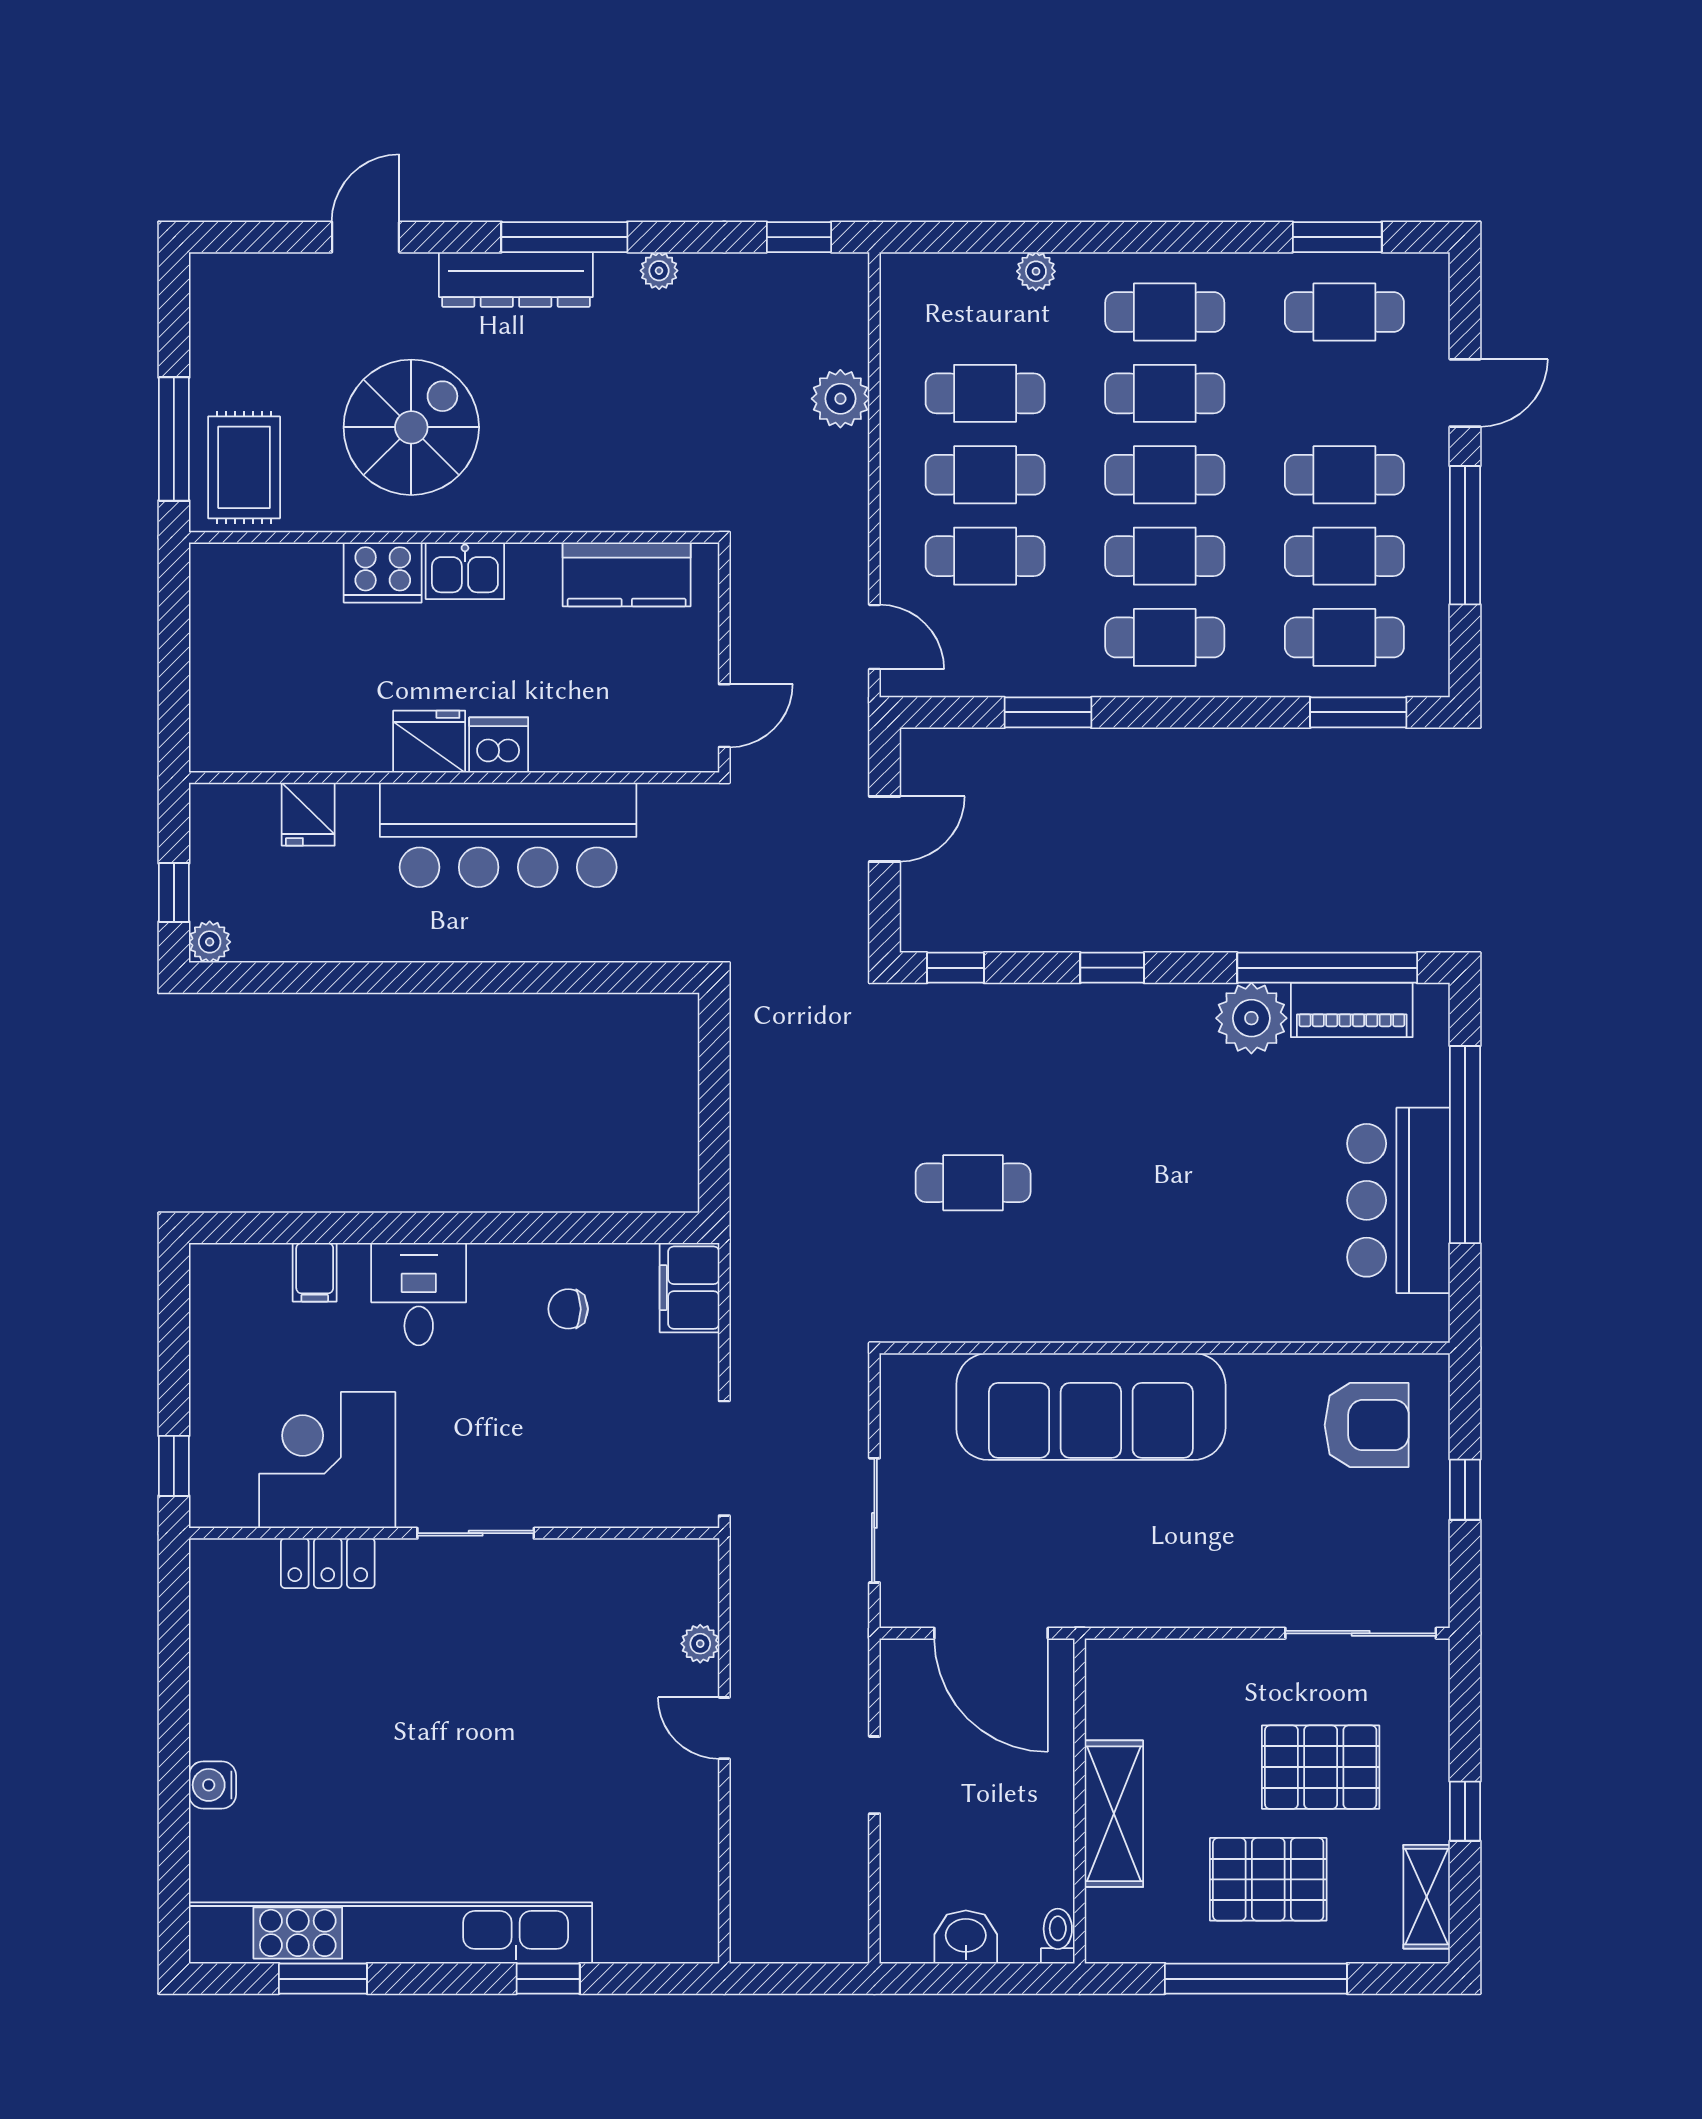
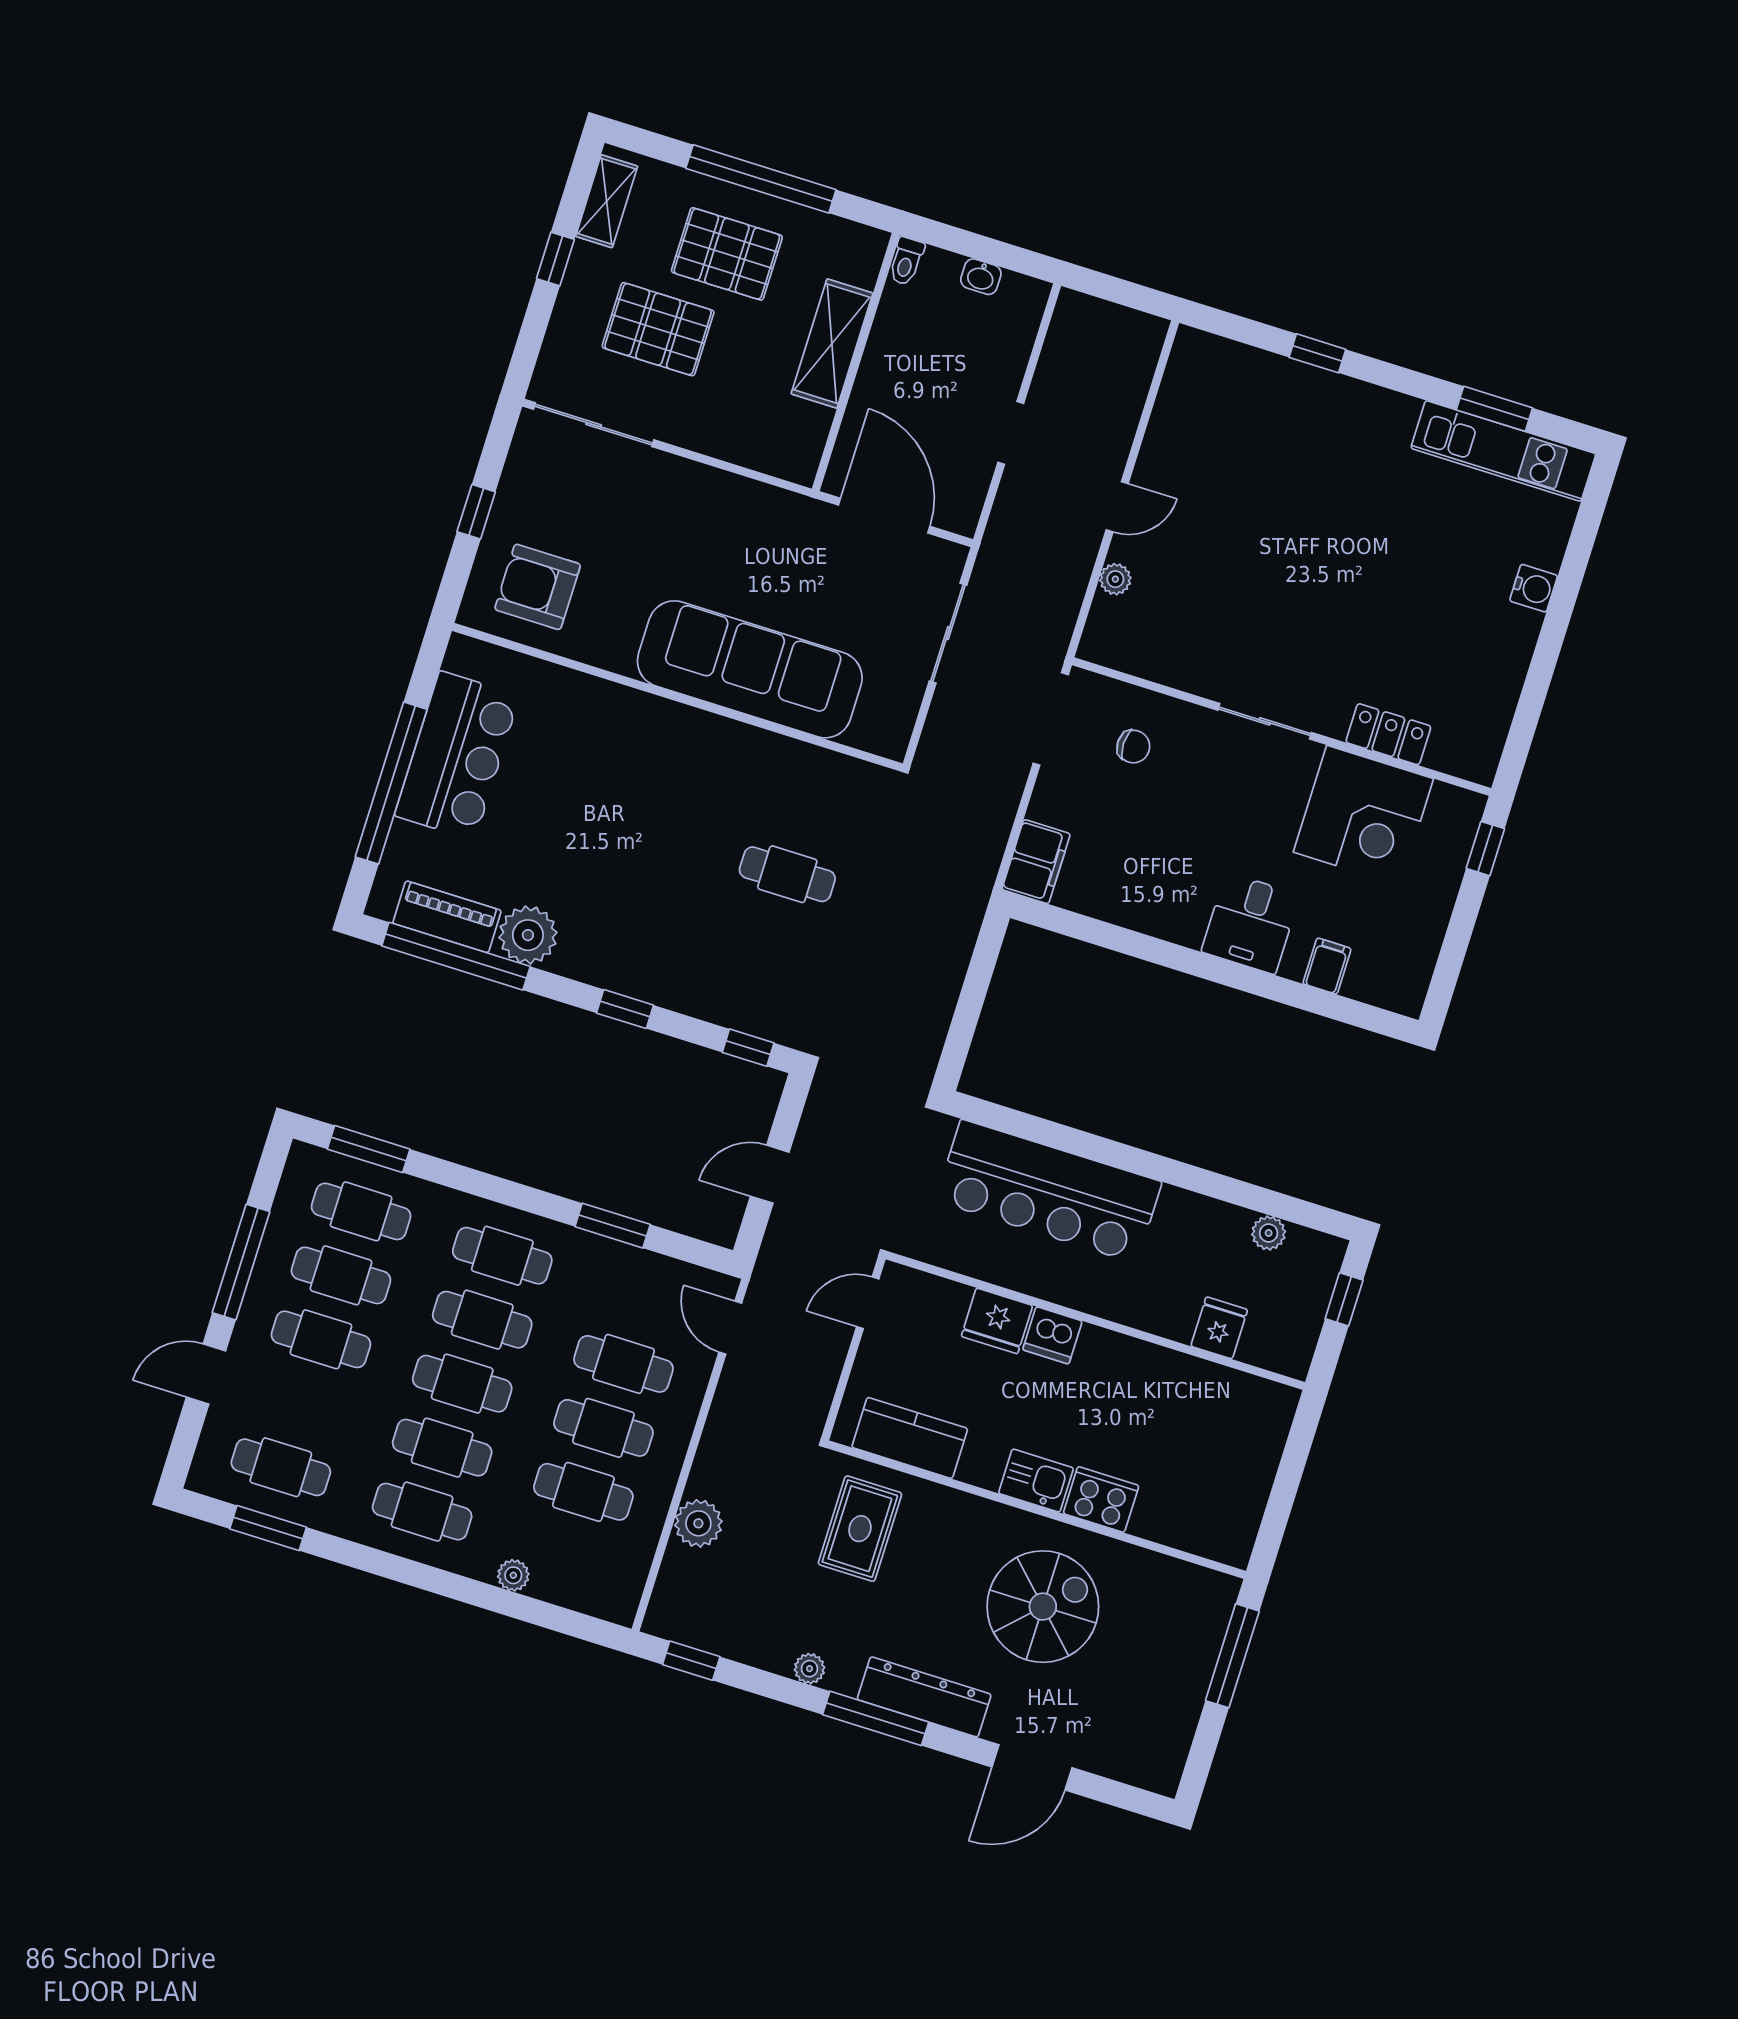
door: (366, 237) -> (1032, 1767), width x1.38
spiral stairs: (411, 427) -> (1043, 1607), turned 180
rug: (244, 467) -> (860, 1529), moved
fridge: (429, 742) -> (997, 1321), moved
bar counter: (508, 835) -> (1049, 1191), moved, turned 180
plant: (210, 942) -> (1269, 1233), moved
chair: (568, 1309) -> (1133, 747), moved
door: (724, 1728) -> (1117, 507), hinge flipped
kitchen unit: (391, 1933) -> (1503, 451), width x0.54
washbasin: (966, 1937) -> (981, 277), width x0.72, depth x0.69

